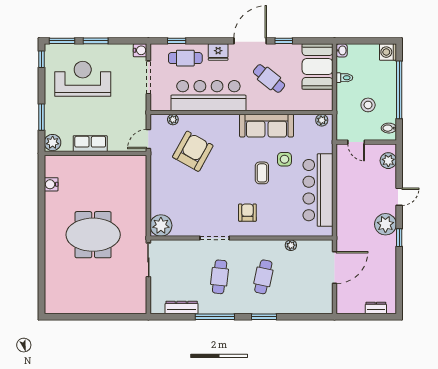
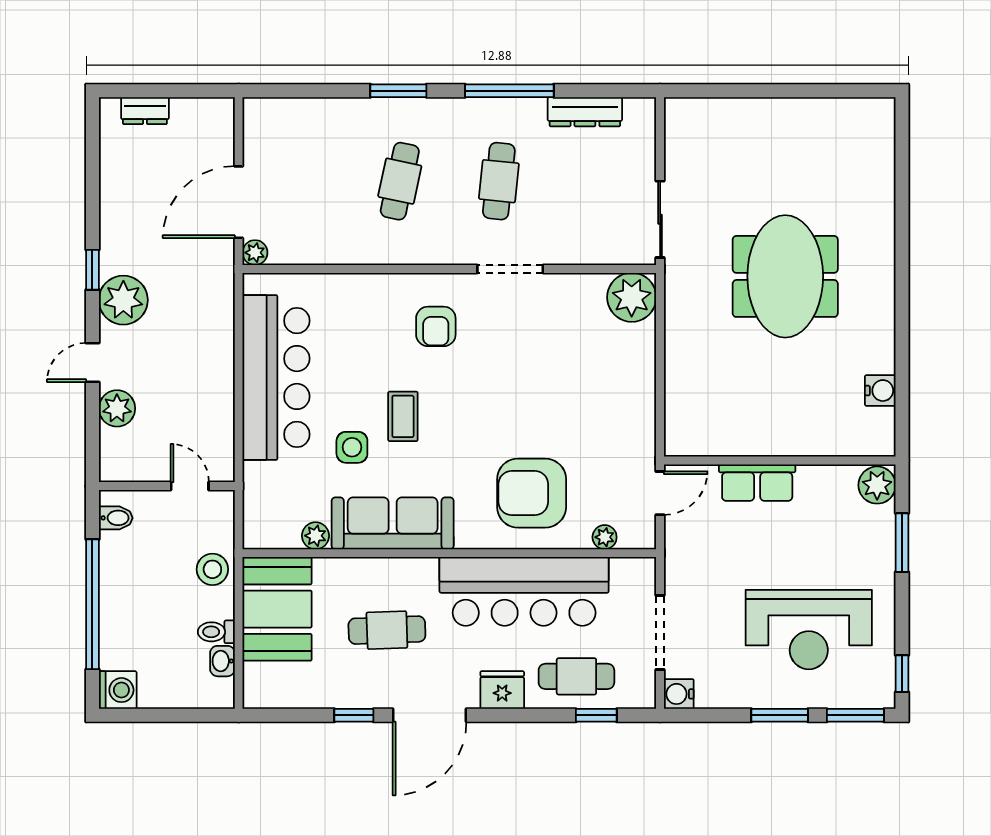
washbasin: (342, 50) -> (222, 661), moved
booth: (318, 66) -> (277, 609), moved
cafe table: (269, 79) -> (387, 630), turned -41
stool: (368, 105) -> (212, 569), moved
plant: (322, 120) -> (316, 536), moved
row of seats: (90, 144) -> (757, 483), moved
armchair: (193, 151) -> (532, 493), moved, turned 61
plant: (388, 161) -> (117, 408), moved
meeting table: (93, 235) -> (785, 276), turned 90
plant: (291, 245) -> (255, 253), moved

